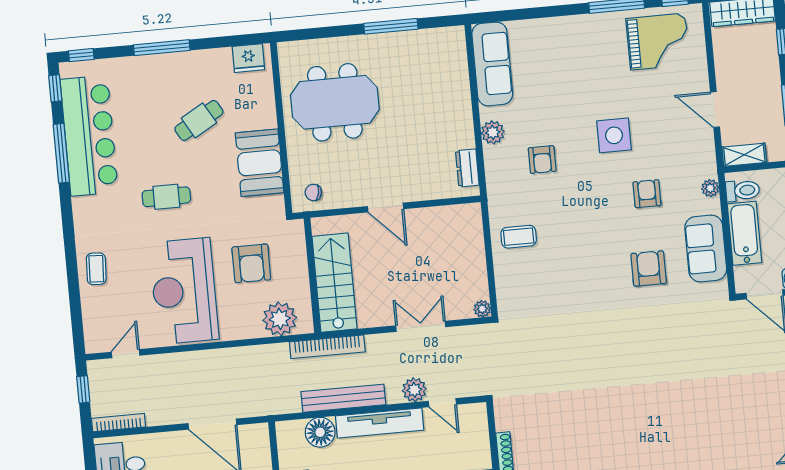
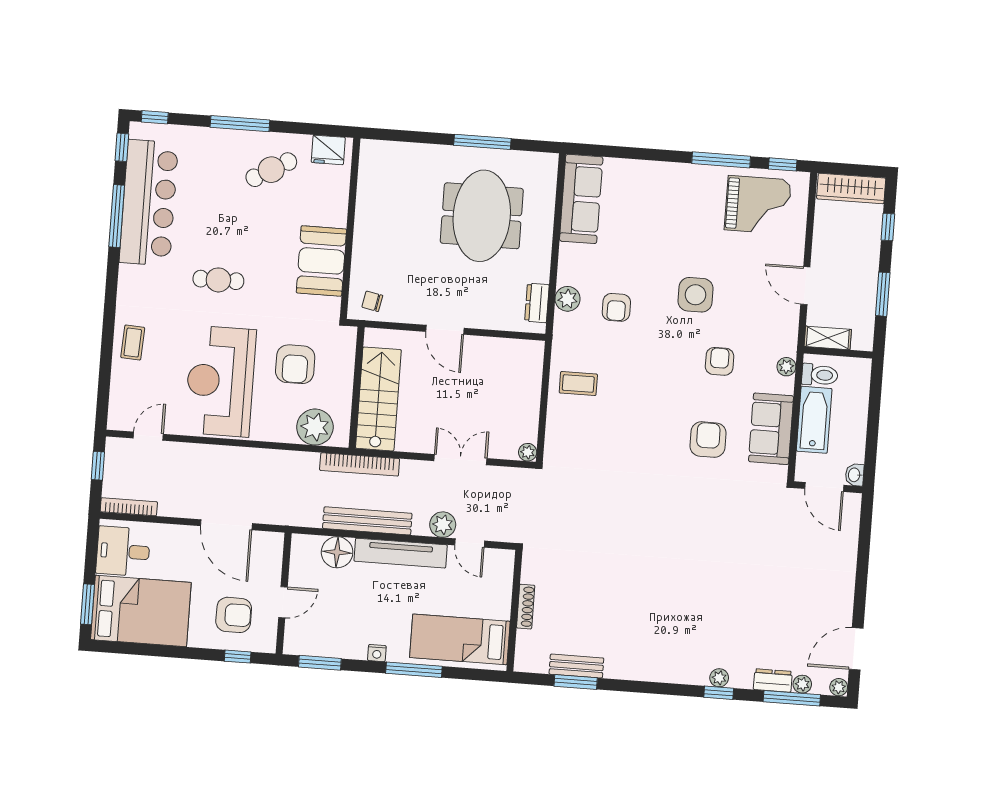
meeting table: (335, 102) -> (482, 216), moved, turned 90
cafe table: (199, 120) -> (271, 170), moved
plant: (493, 132) -> (568, 299), moved

